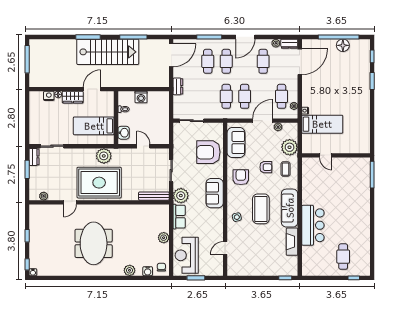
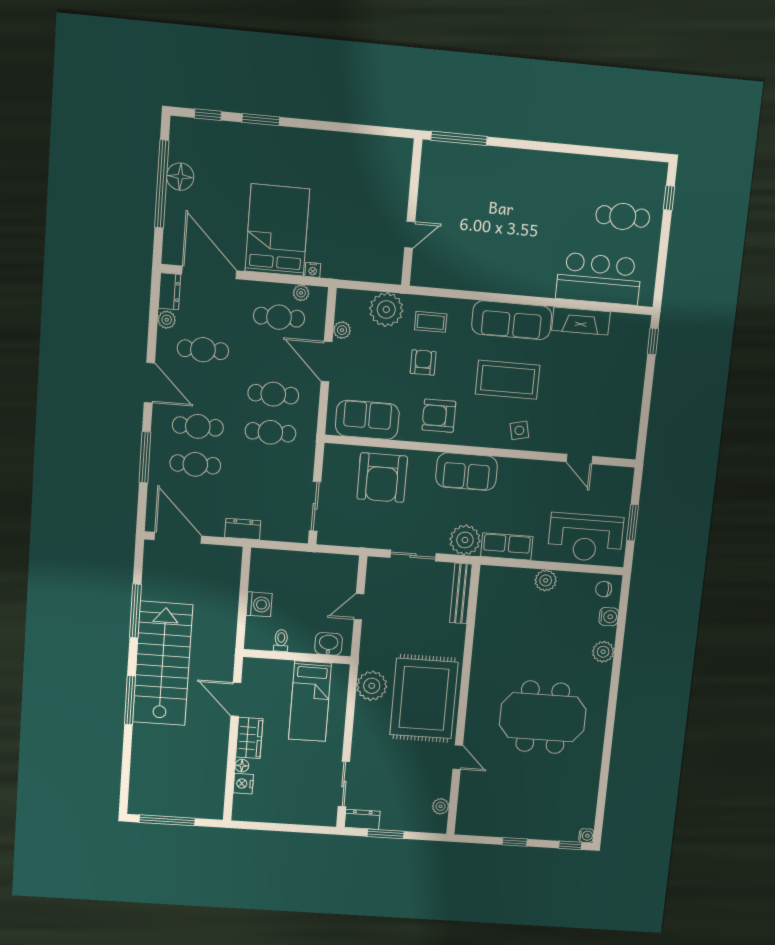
bed: (322, 124) -> (277, 230), moved, width x1.50
bar counter: (313, 225) -> (599, 279), moved

